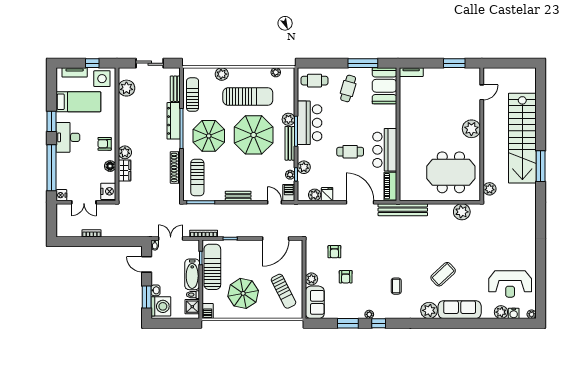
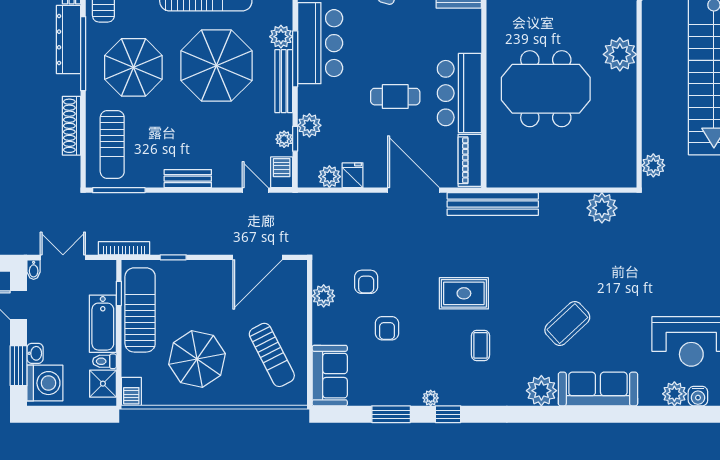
meeting table: (451, 172) -> (546, 89), moved
rug: (387, 258) -> (464, 293), added
plant: (311, 279) -> (324, 296), moved

